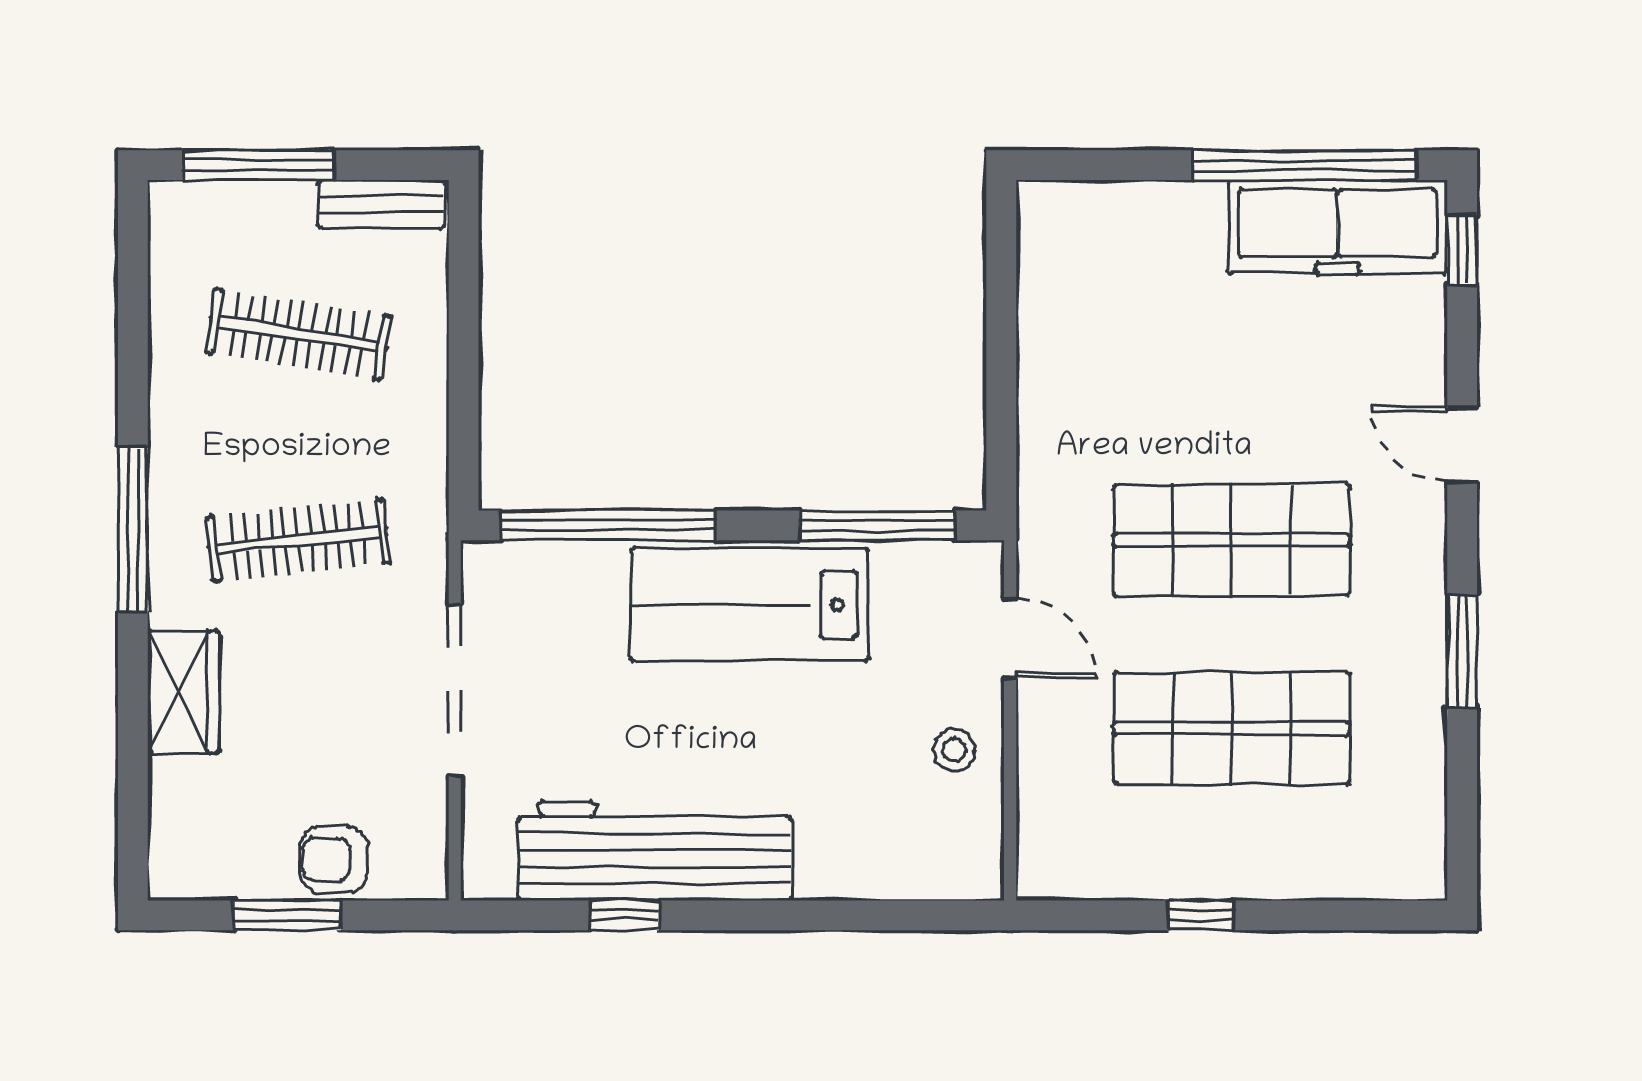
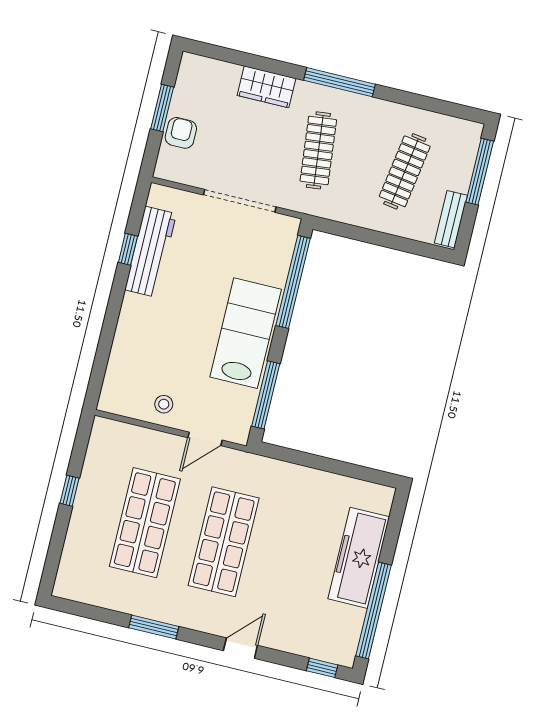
freezer: (1338, 227) -> (359, 558), moved
workbench: (654, 851) -> (151, 252), width x0.73, depth x0.76

